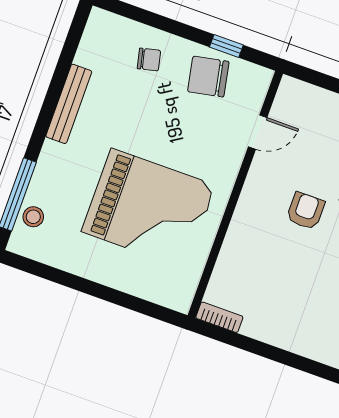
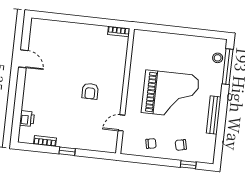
window: (226, 46) -> (188, 165), moved
chair: (208, 77) -> (151, 144), width x0.54, depth x0.54
grand piano: (149, 208) -> (170, 94), moved, turned 180

